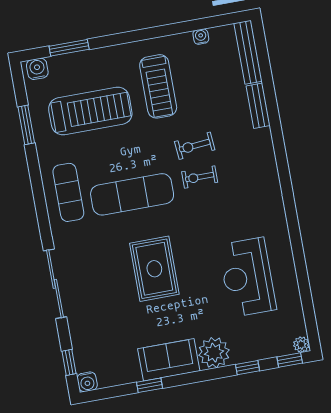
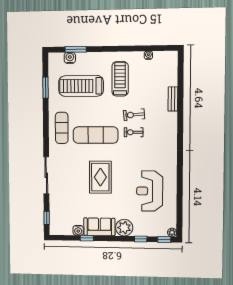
bench: (248, 52) -> (173, 68), removed
water cooler: (37, 69) -> (70, 58), moved
treadmill: (158, 86) -> (120, 79), turned 180
treadmill: (90, 111) -> (81, 86), turned 180
water cooler: (87, 382) -> (78, 230), moved

